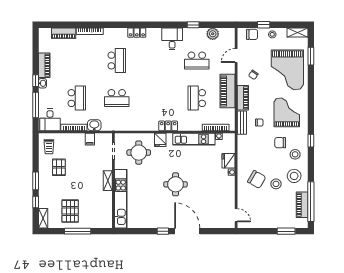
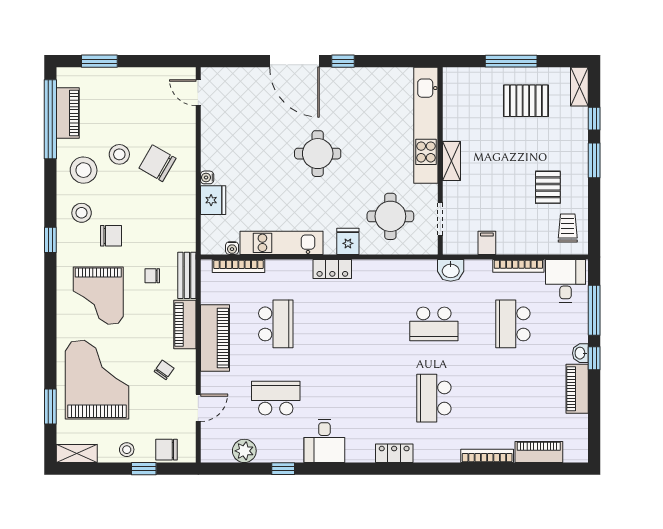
school desk: (117, 98) -> (434, 324), turned 180
washbasin: (94, 125) -> (451, 270), moved
pallet: (70, 211) -> (526, 101), turned 90

